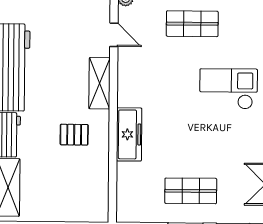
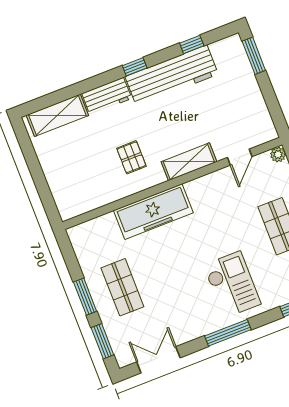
freezer: (129, 134) -> (153, 212), width x1.36, depth x1.26

